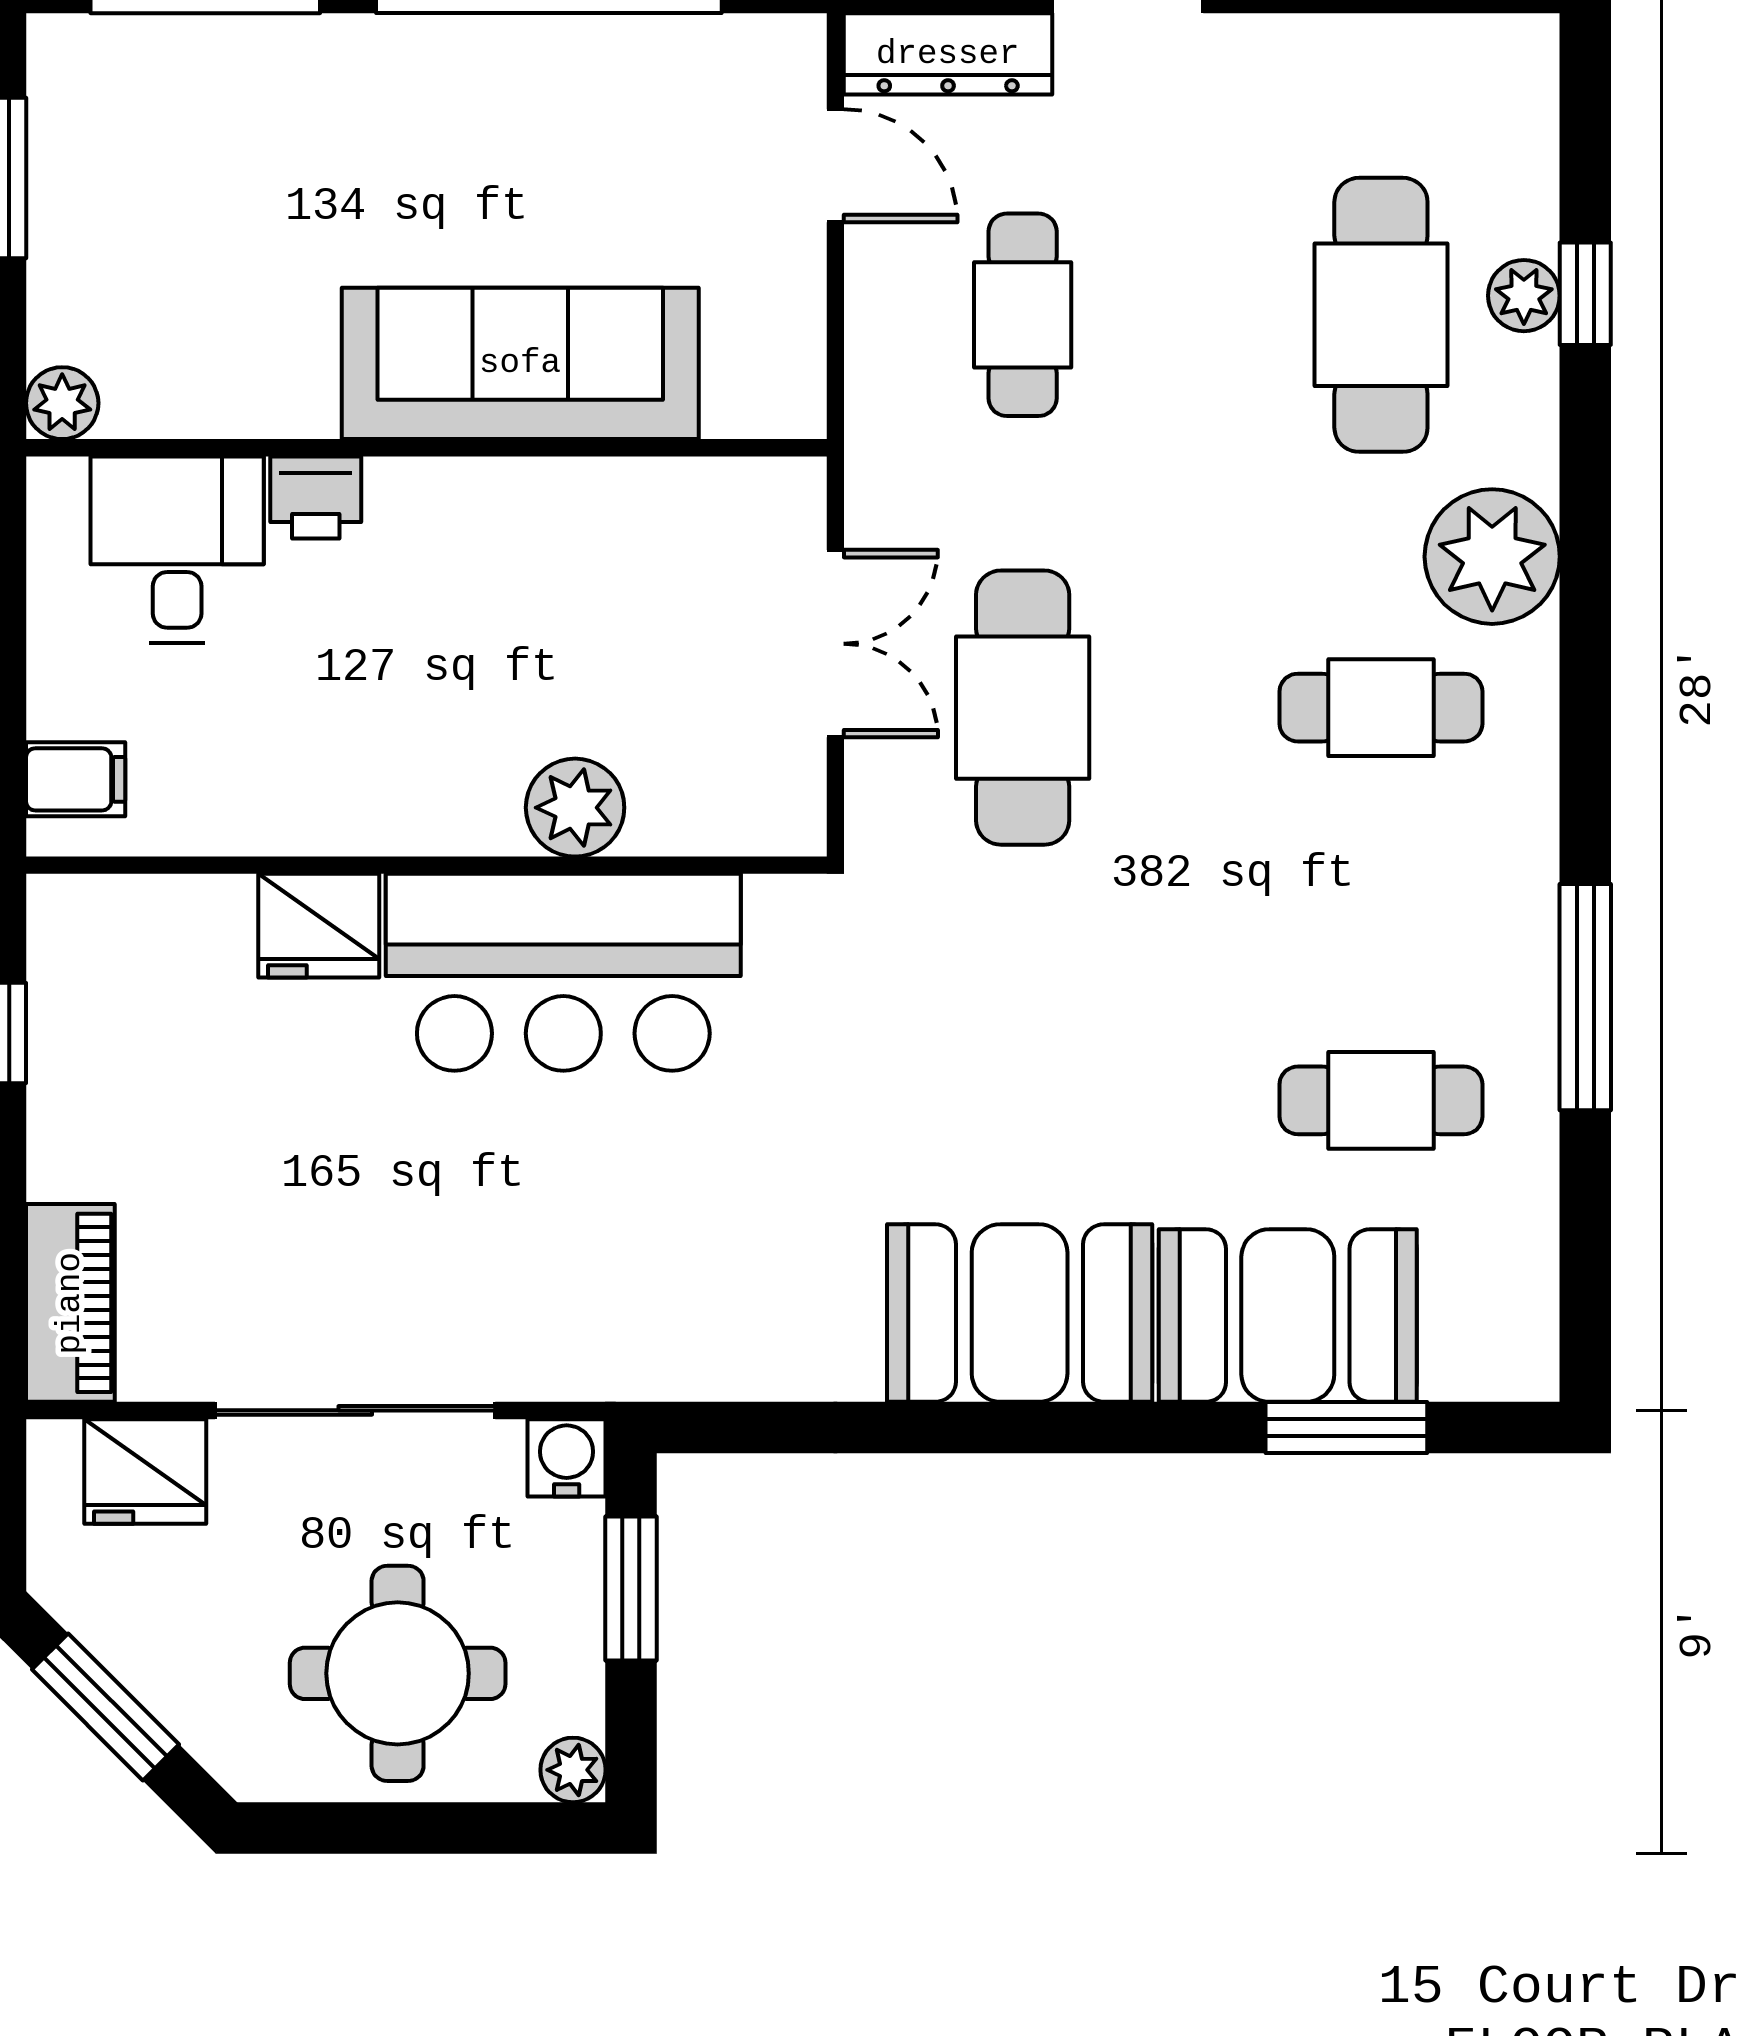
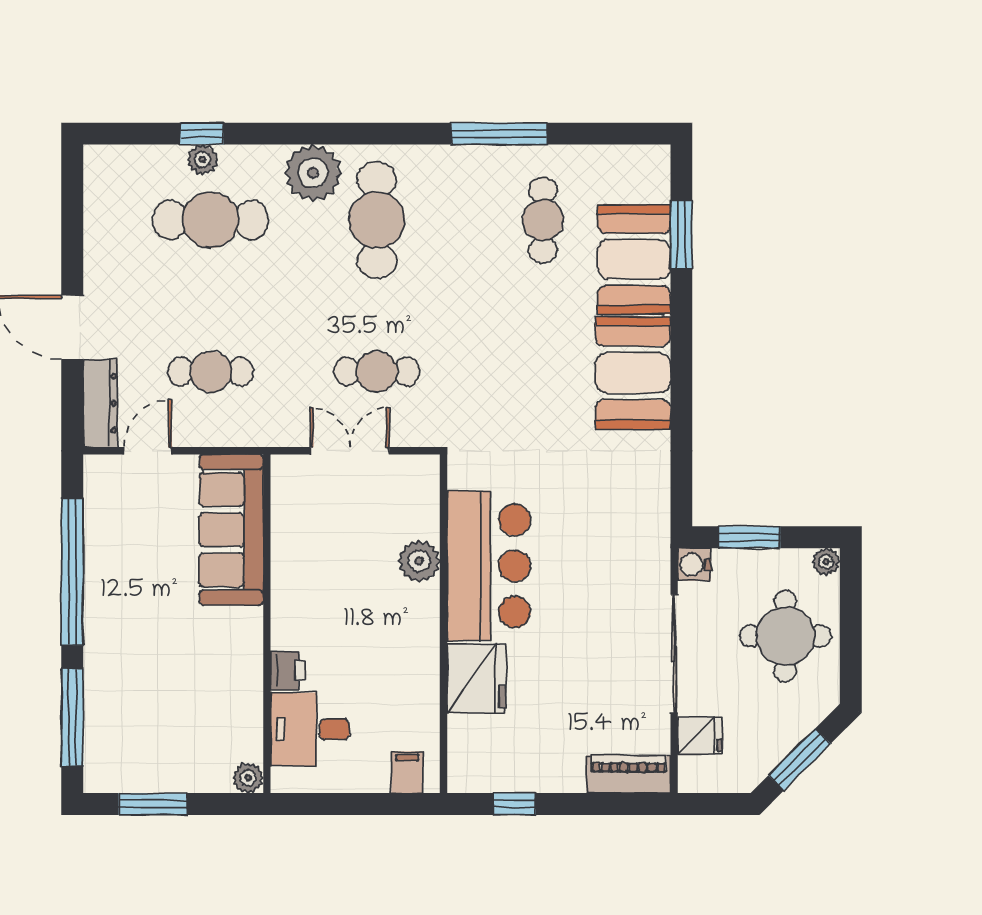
sofa: (520, 363) -> (231, 530), moved
cafe table: (1023, 708) -> (377, 372), width x0.73, depth x0.74
cafe table: (1381, 708) -> (377, 220), width x1.37, depth x1.35
fridge: (319, 926) -> (476, 679), width x1.36, depth x1.34
fridge: (145, 1471) -> (700, 736), width x0.72

